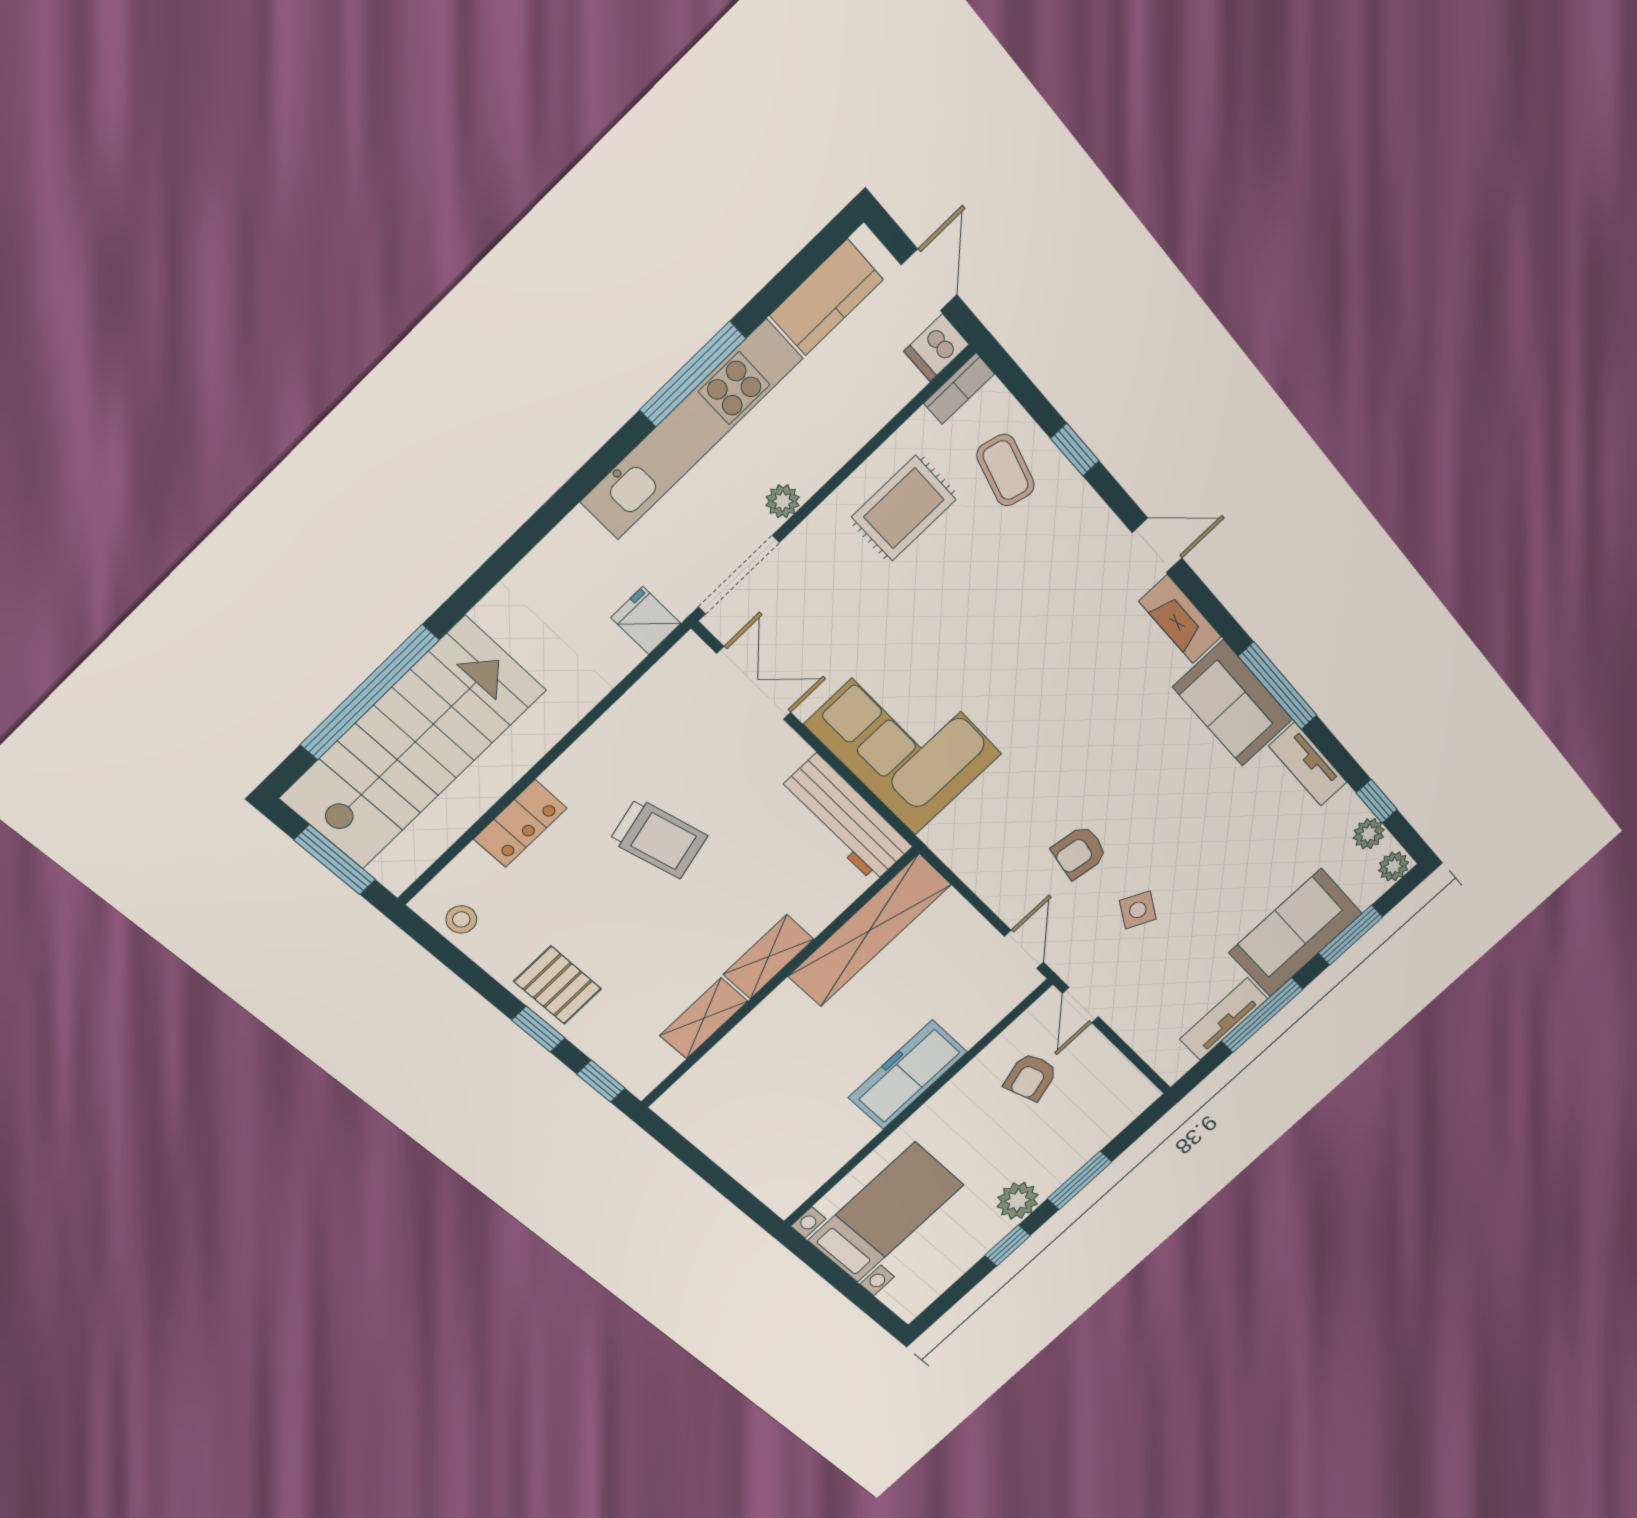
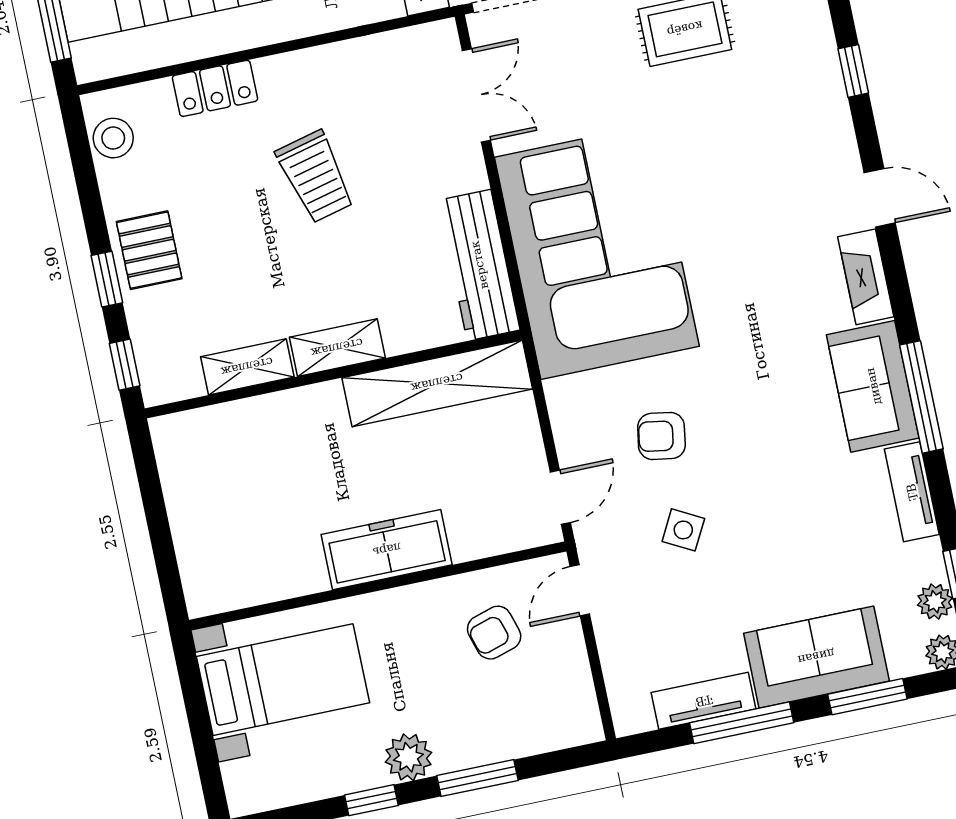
coffee table: (1006, 470) -> (786, 51), removed
corner sofa: (904, 739) -> (597, 252), width x1.36, depth x1.36
stool: (461, 919) -> (113, 138), width x1.37, depth x1.37

